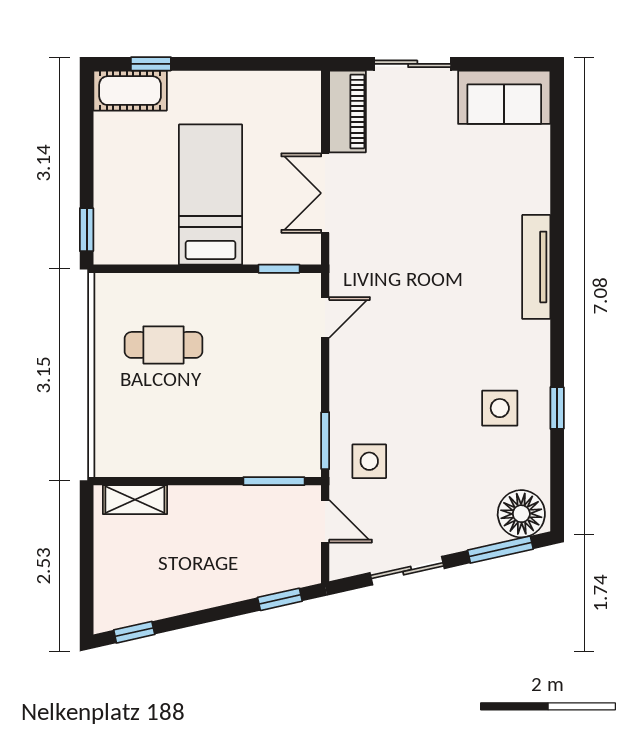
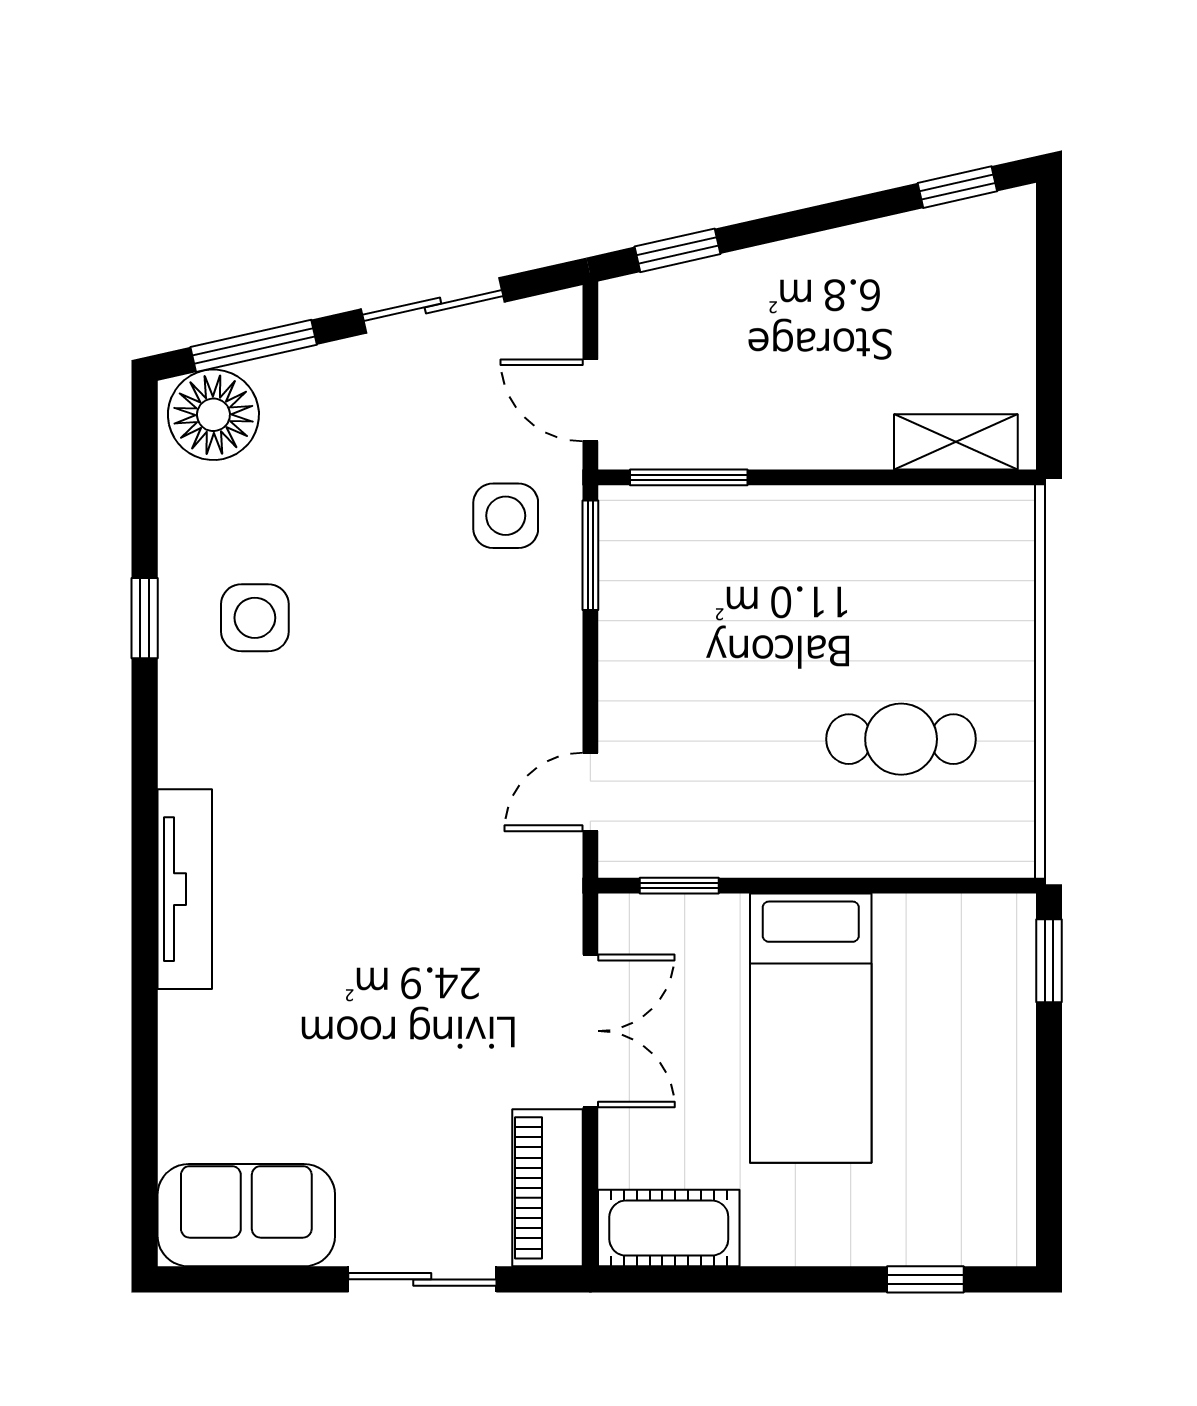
cot: (130, 91) -> (669, 1228), moved

